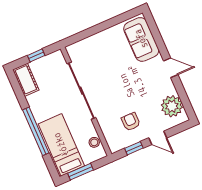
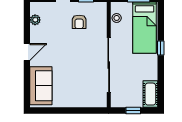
door: (171, 68) -> (27, 52), swing flipped
plant: (172, 106) -> (35, 20), width x0.53, depth x0.53
window: (36, 131) -> (161, 48), width x0.32

